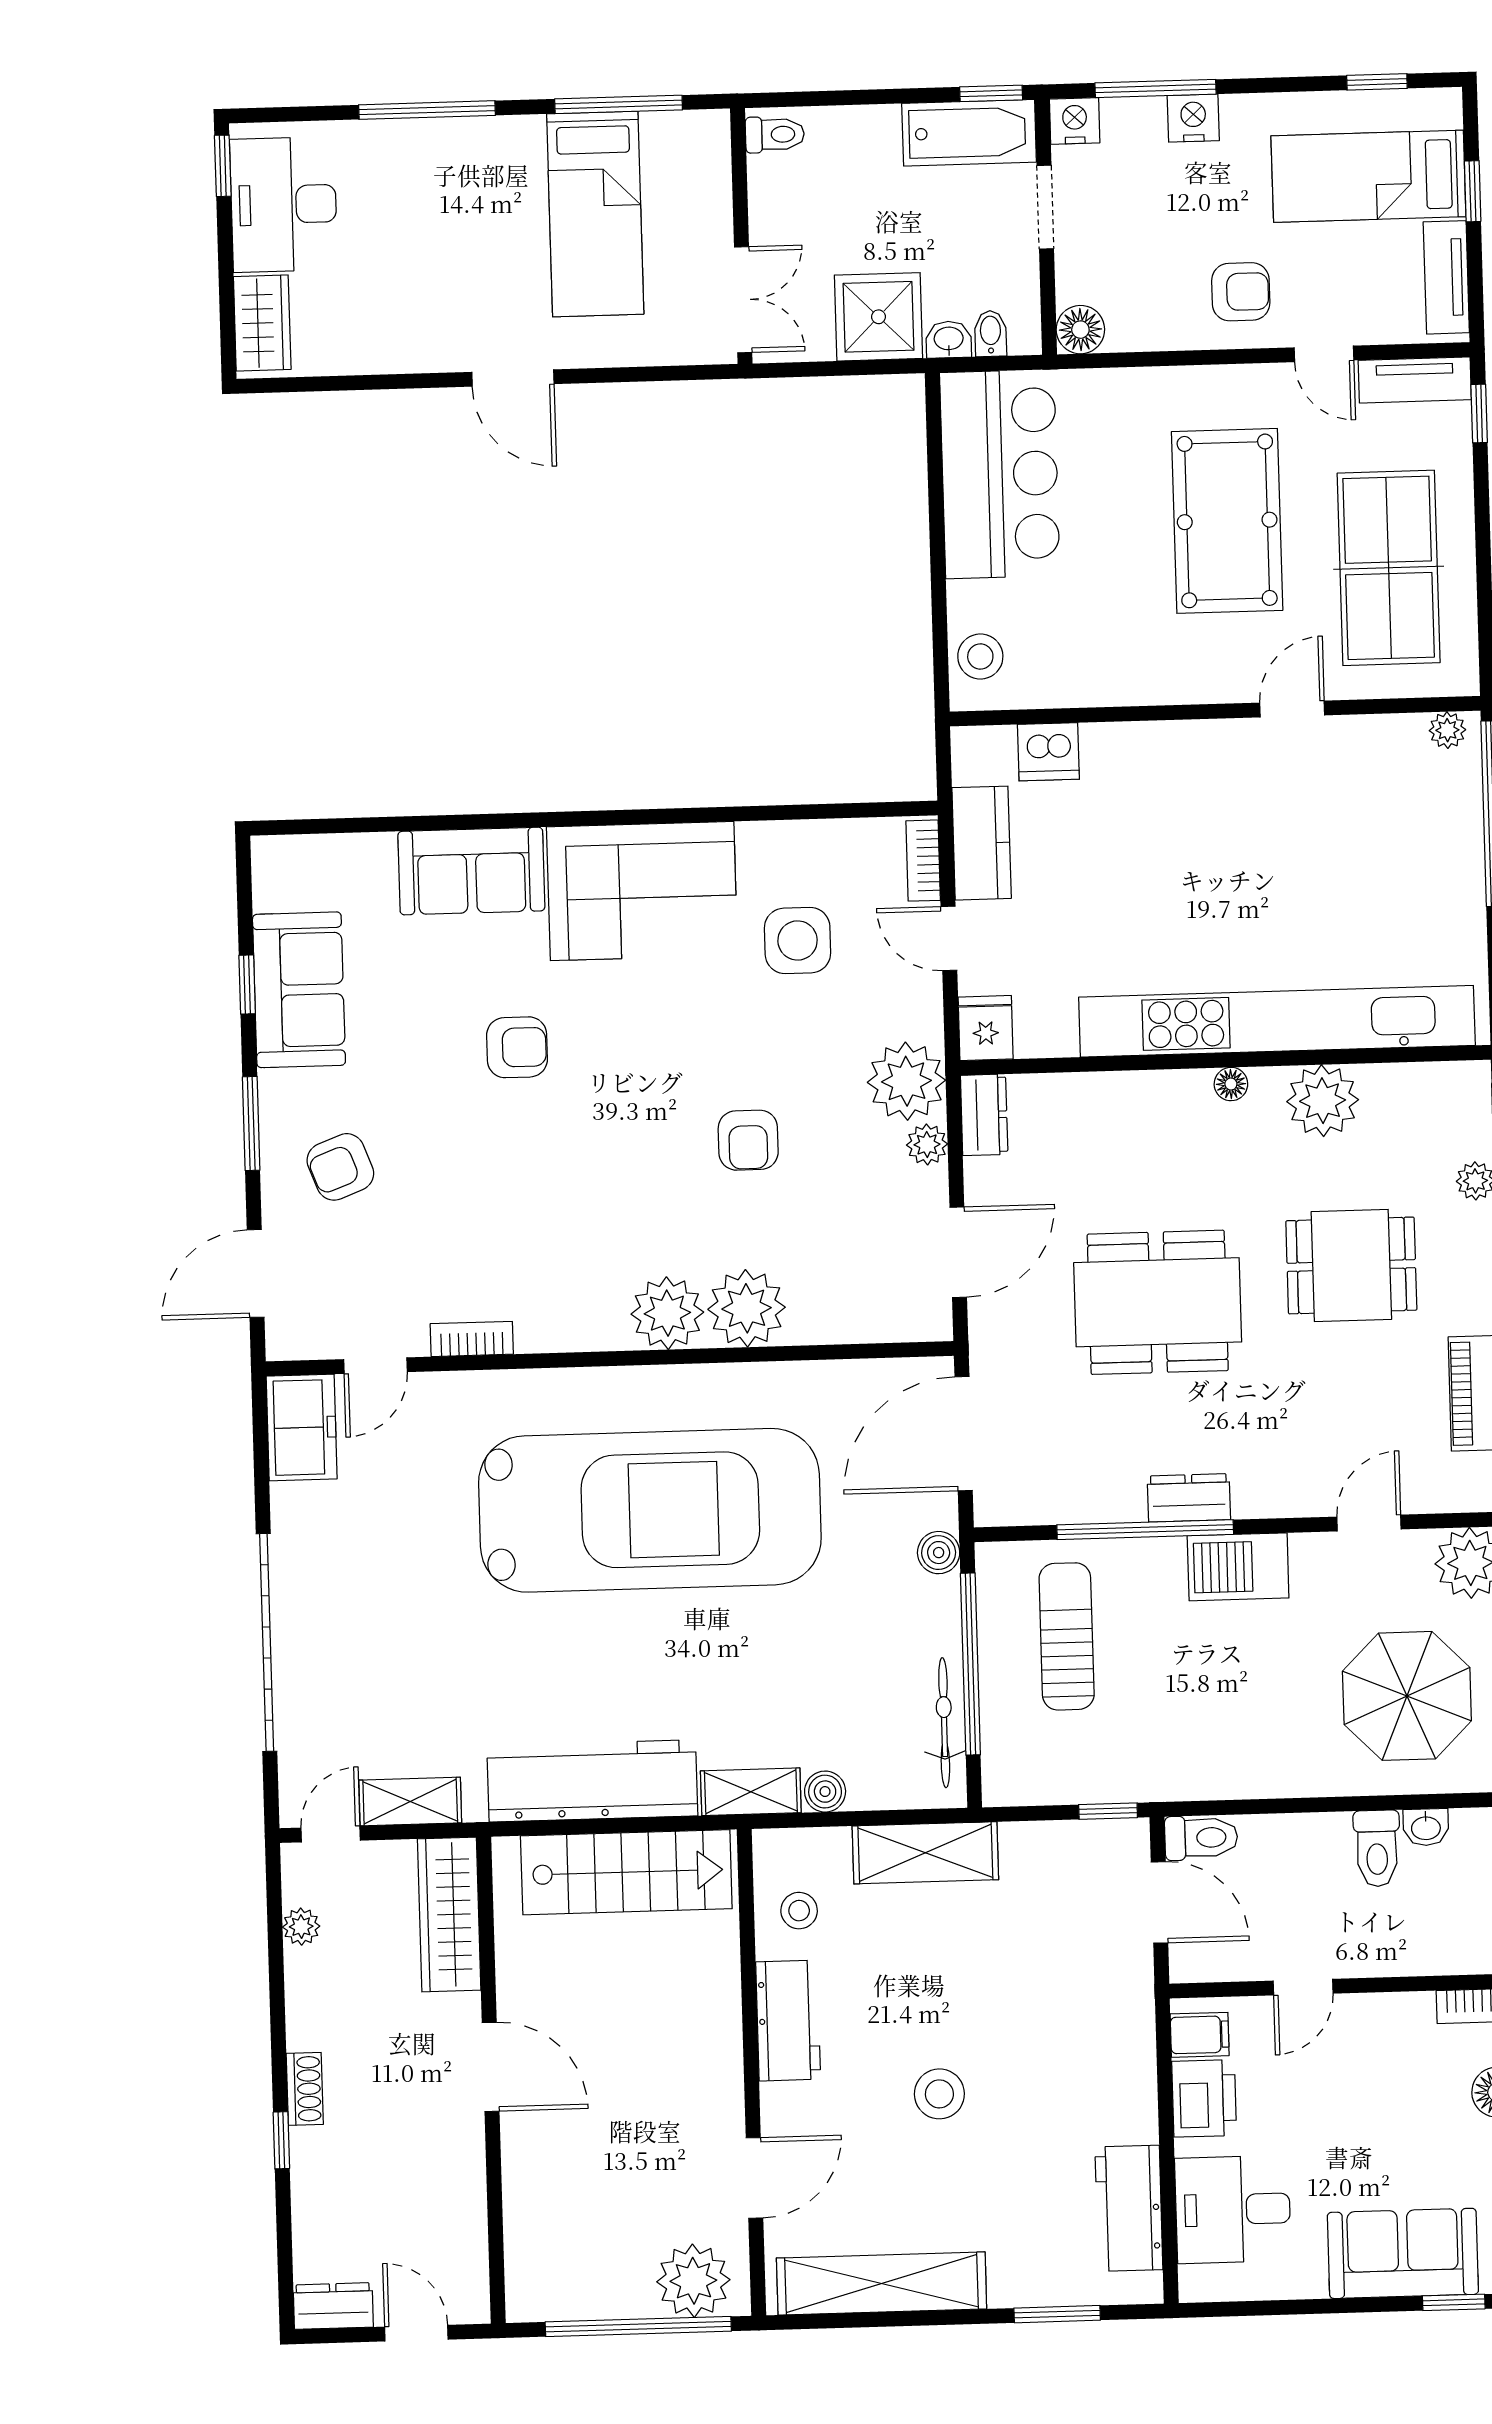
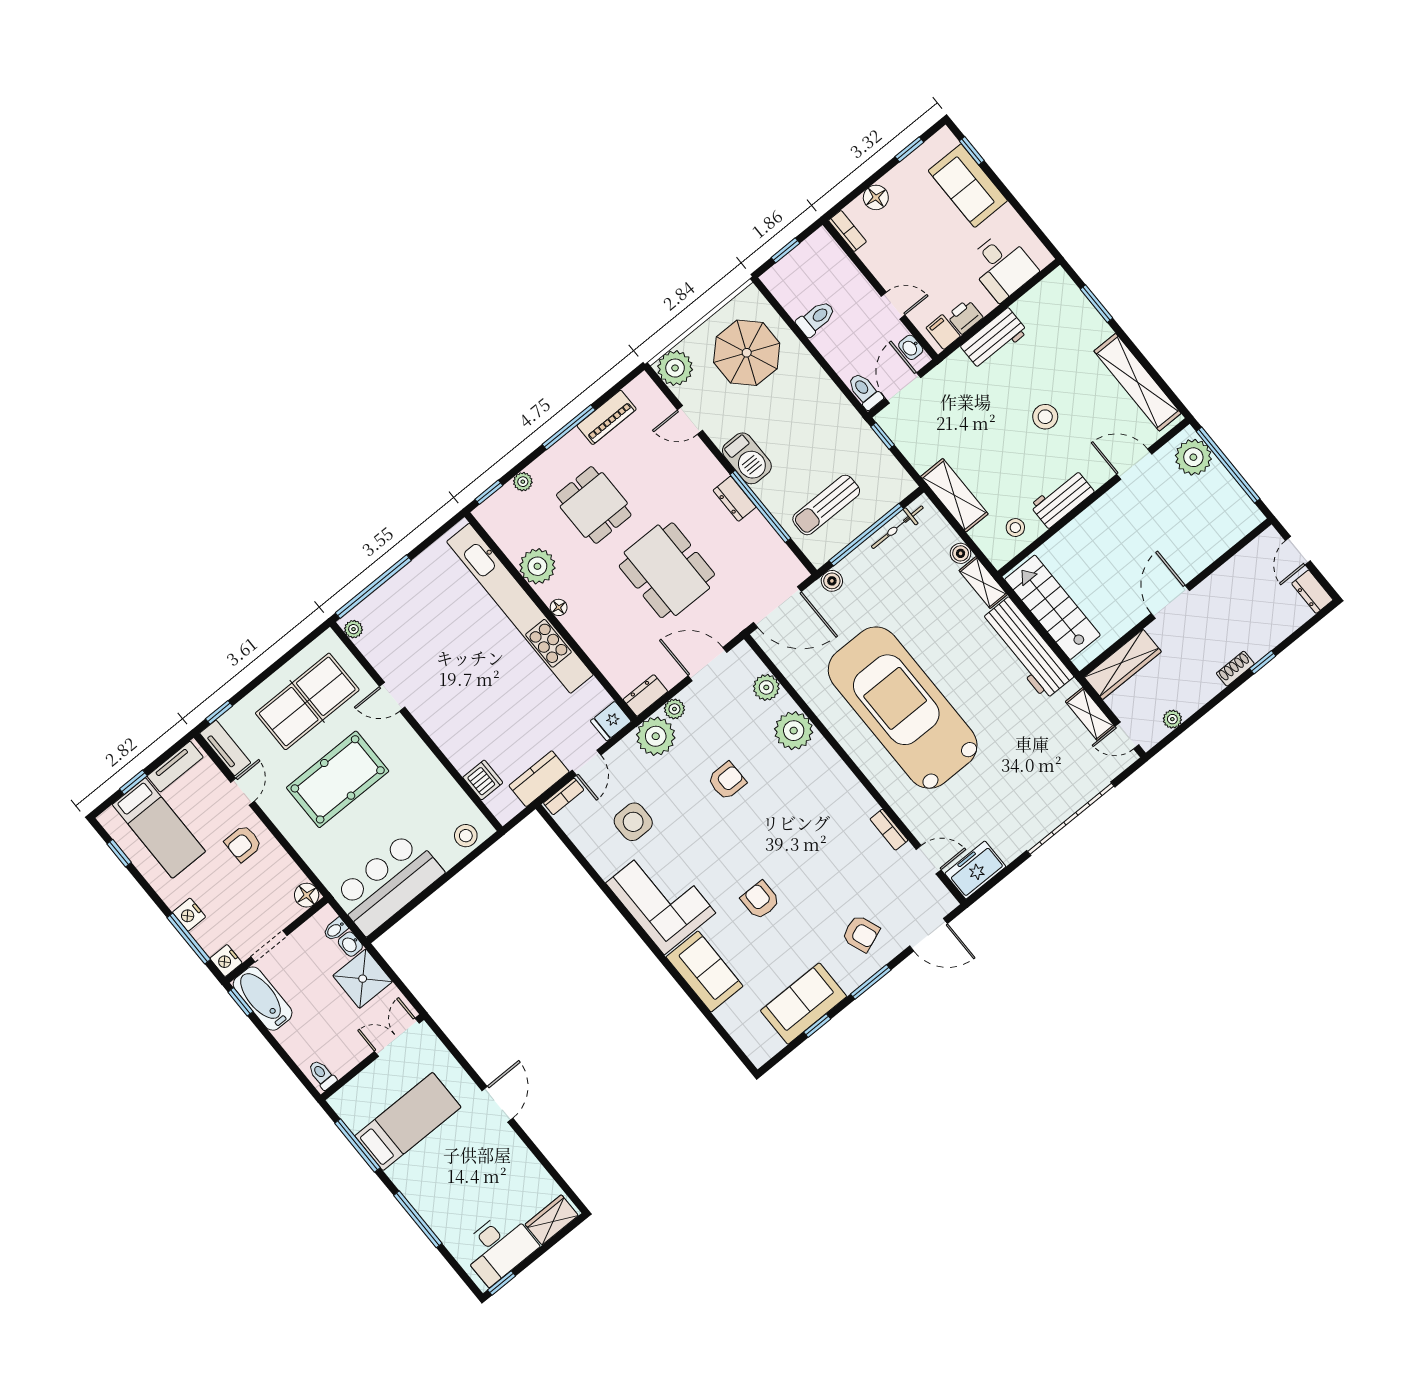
armchair: (1241, 292) -> (243, 843), turned -90
plant: (667, 1313) -> (766, 687), moved, width x0.73, depth x0.73
washbasin: (1426, 1827) -> (911, 347), moved, turned 180
printer: (1204, 2098) -> (965, 317), width x0.73, depth x0.81
workbench: (1129, 2208) -> (994, 339), moved

